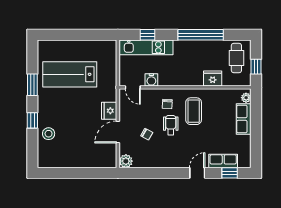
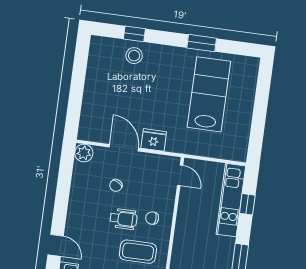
water cooler: (151, 80) -> (187, 201), removed
door: (133, 87) -> (180, 175), swing flipped
window: (32, 120) -> (134, 34), moved

